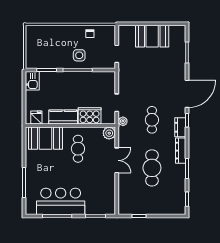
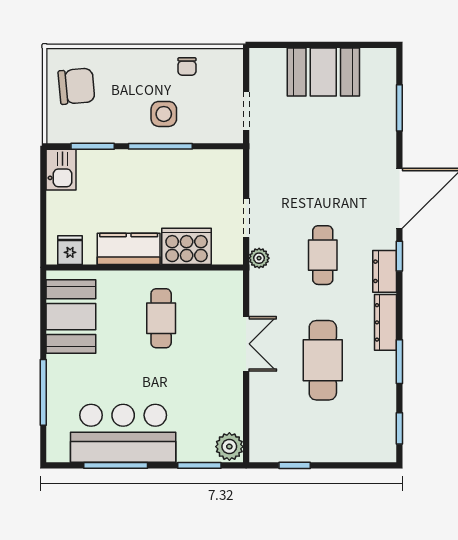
chair: (39, 43) -> (76, 86), added
plant: (109, 133) -> (229, 447), moved
booth: (46, 138) -> (71, 317), moved, turned 90

